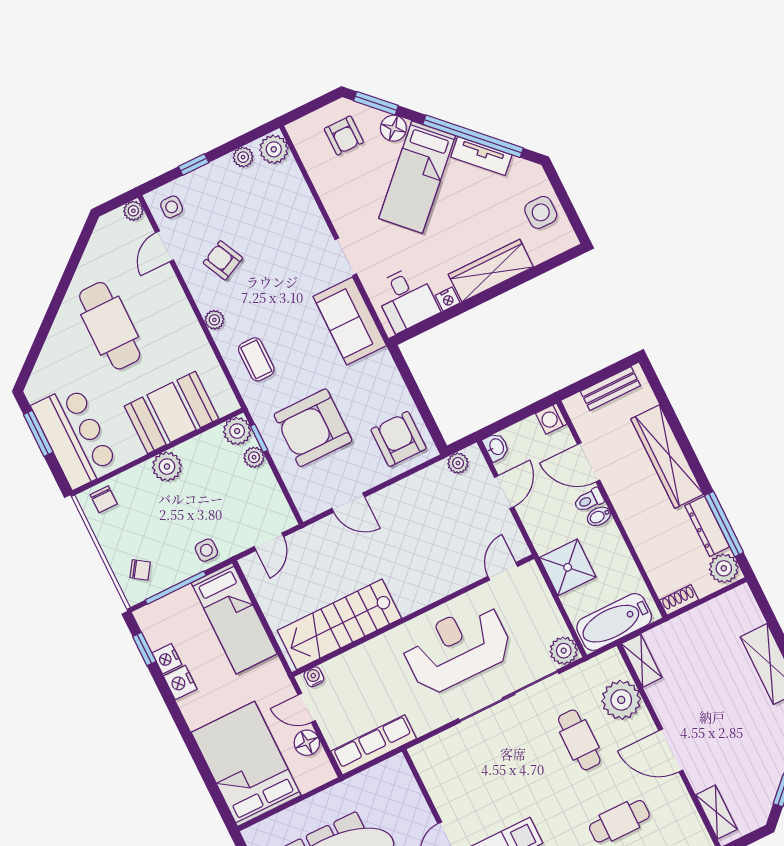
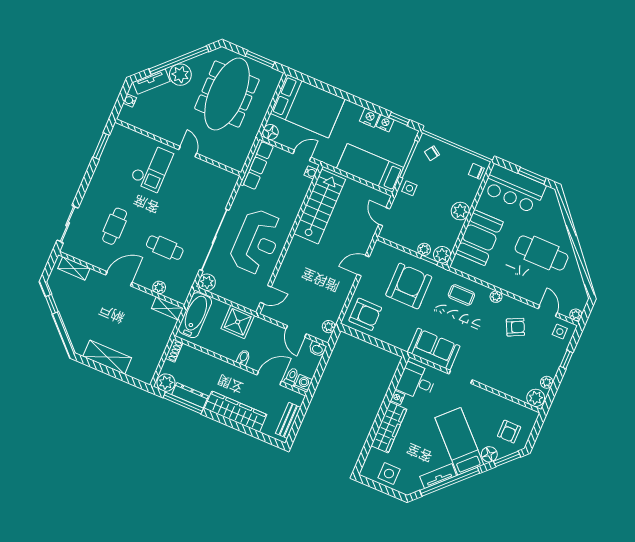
armchair: (344, 136) -> (509, 432), turned -90
toilet: (589, 500) -> (291, 377), moved
door: (503, 571) -> (266, 295), hinge flipped
plant: (621, 700) -> (159, 287), width x0.53, depth x0.53
floor lamp: (307, 743) -> (270, 132), moved

